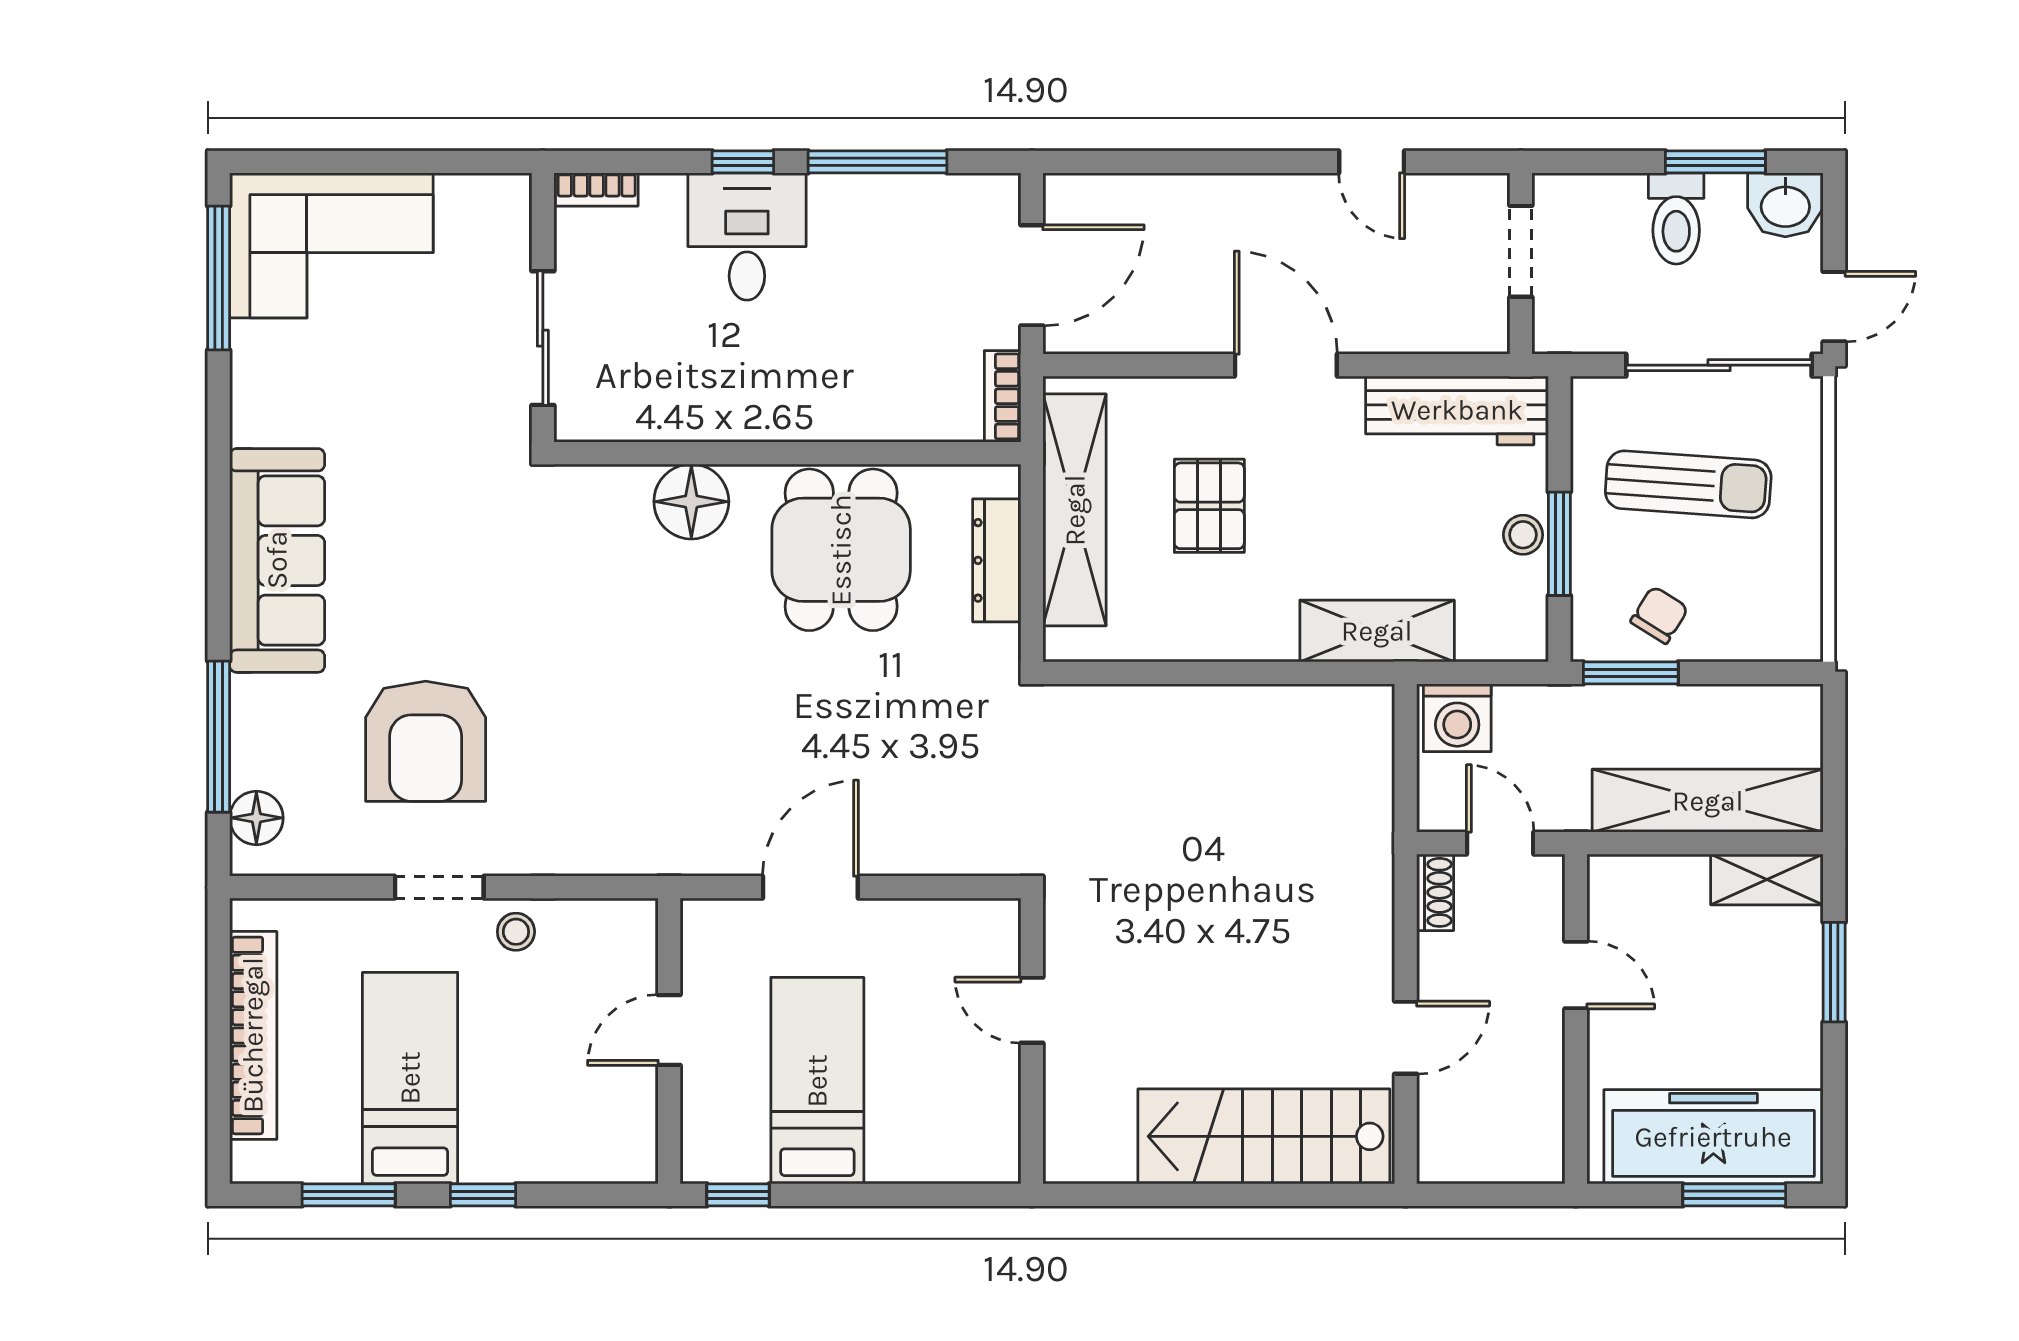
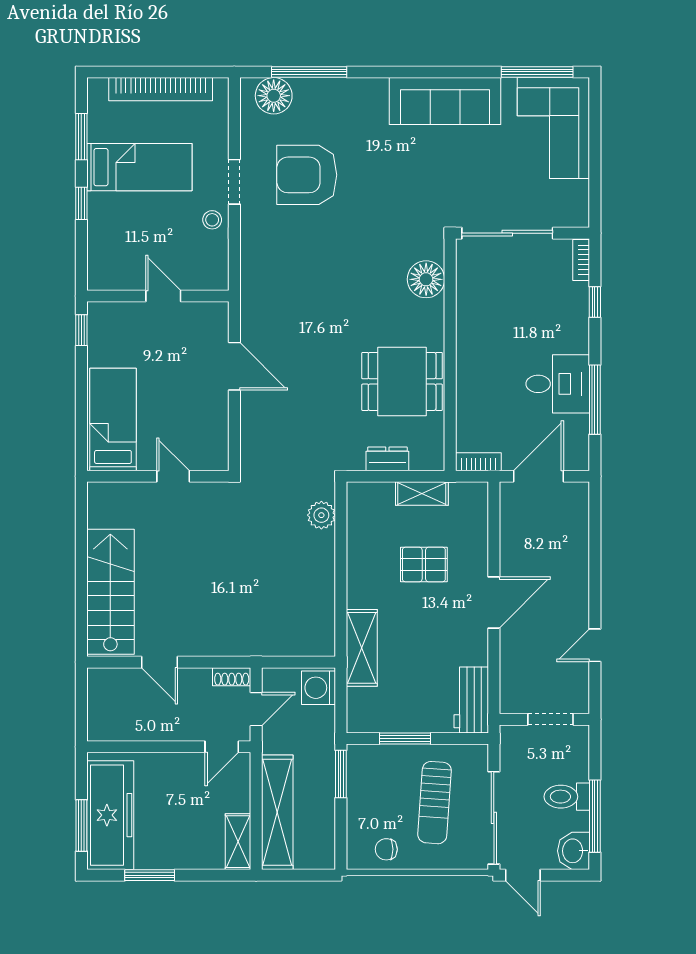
window: (743, 162) -> (595, 302), moved
window: (1715, 162) -> (595, 816), width x1.44
desk: (747, 237) -> (558, 384), moved
door: (1032, 275) -> (538, 476), swing flipped
sliding door: (543, 338) -> (507, 233), width x1.37
workbench: (1457, 410) -> (471, 700), width x0.73
floor lamp: (691, 502) -> (426, 279), moved
shelving: (1075, 510) -> (422, 494), width x0.45, depth x0.75
stool: (1523, 535) -> (409, 720), removed
sofa: (277, 560) -> (445, 101), moved
dresser: (997, 560) -> (387, 459), width x0.70
chair: (1659, 615) -> (386, 849), moved, turned 148
plant: (1110, 712) -> (321, 515), added
floor lamp: (256, 818) -> (274, 96), width x1.38, depth x1.38
window: (1834, 972) -> (150, 875), moved
door: (1576, 975) -> (222, 747), moved
door: (1032, 1010) -> (173, 476), hinge flipped
bed: (817, 1081) -> (113, 419), moved, turned -90

